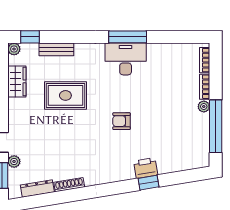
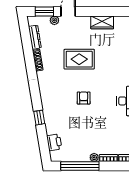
wardrobe: (17, 81) -> (102, 22), moved
rug: (65, 95) -> (79, 59), moved, turned 90
printer: (146, 168) -> (54, 142), moved

